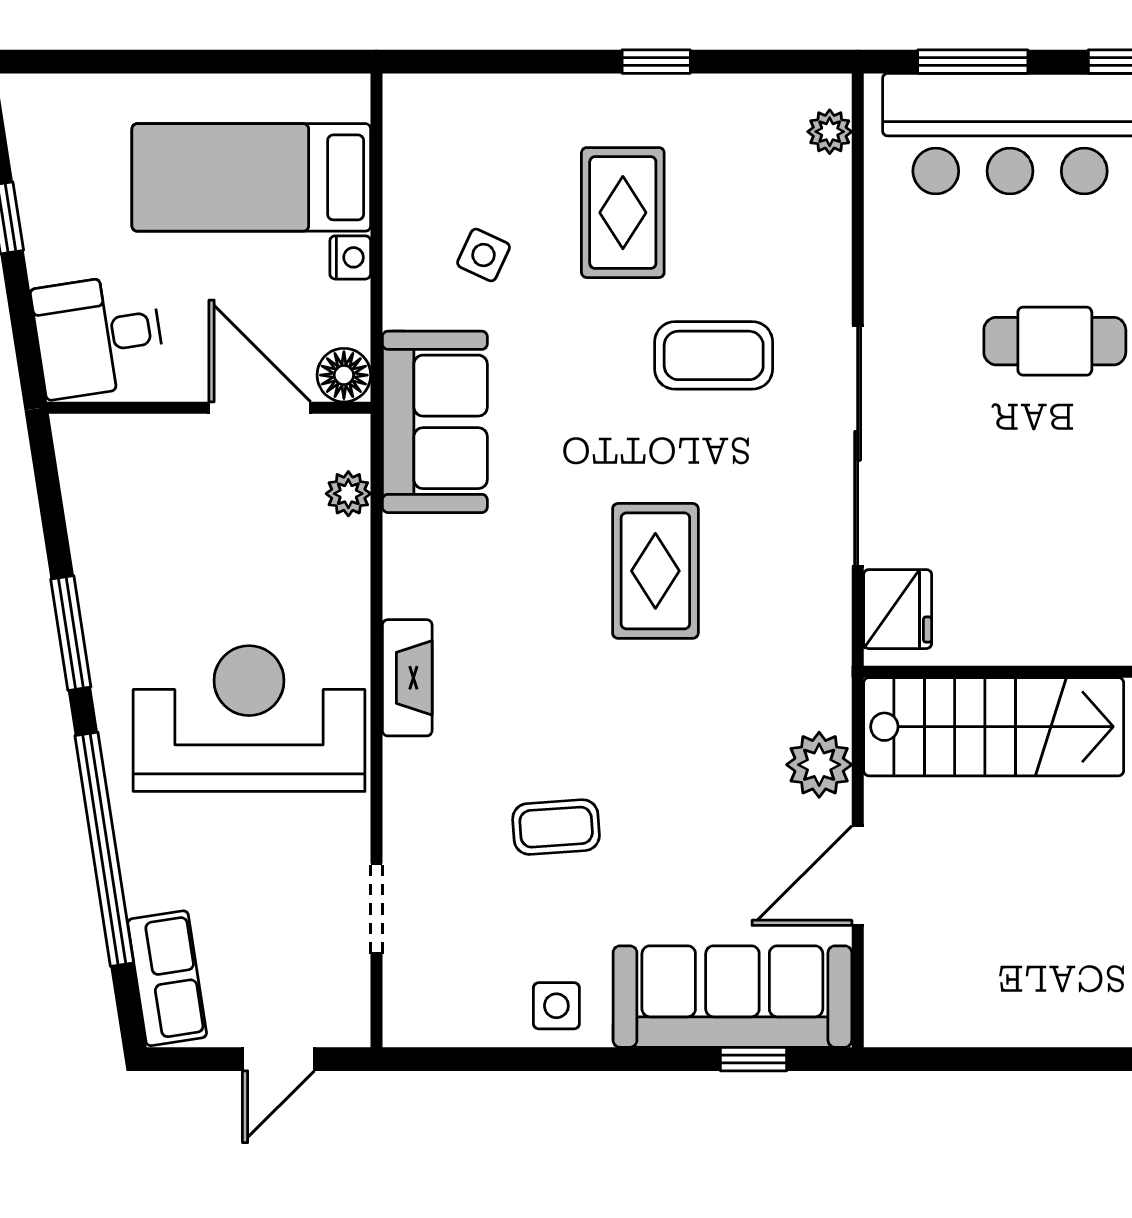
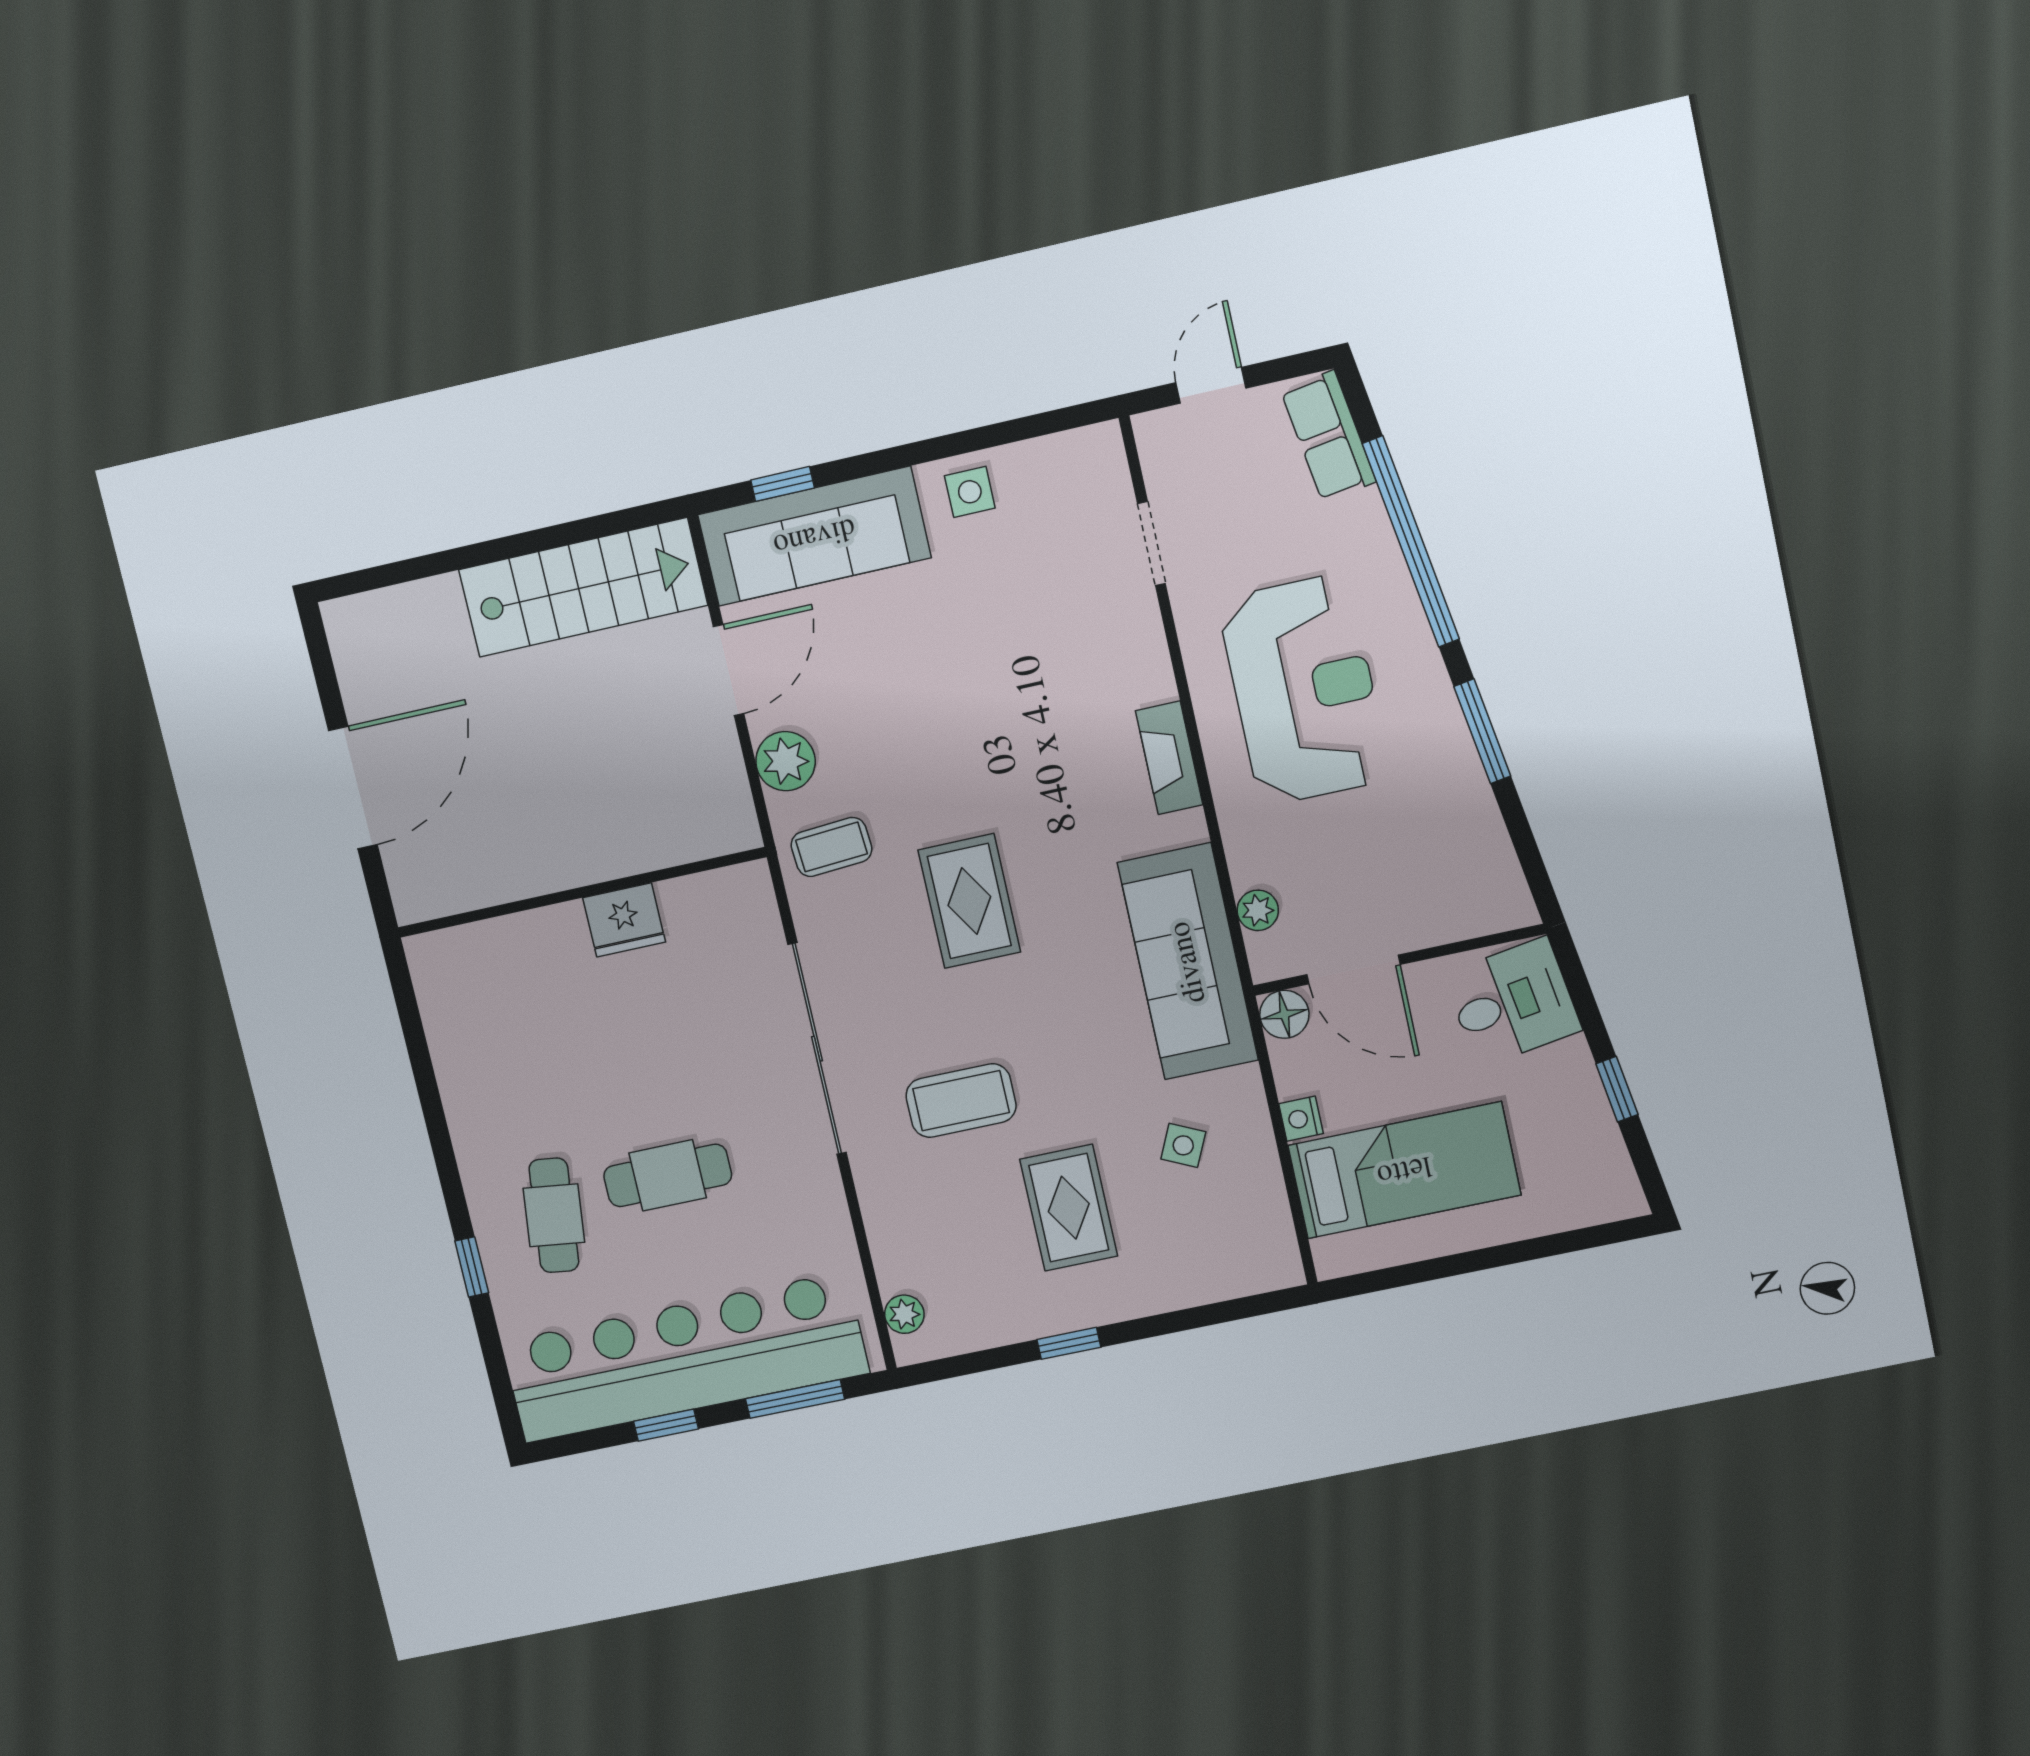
sofa: (435, 422) -> (1188, 962), width x1.36
fridge: (898, 609) -> (624, 920), moved, turned -90
reception desk: (249, 719) -> (1304, 690), turned -90
stairs: (994, 727) -> (583, 587), moved, turned 180
coffee table: (556, 827) -> (831, 847), moved

